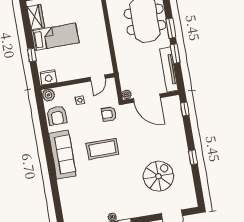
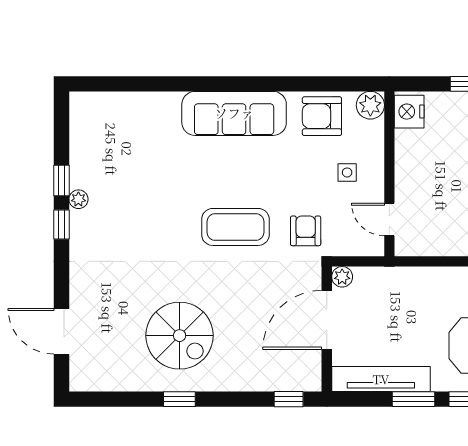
coffee table: (102, 149) -> (235, 227), moved, turned 90
spiral stairs: (158, 176) -> (180, 336), moved

